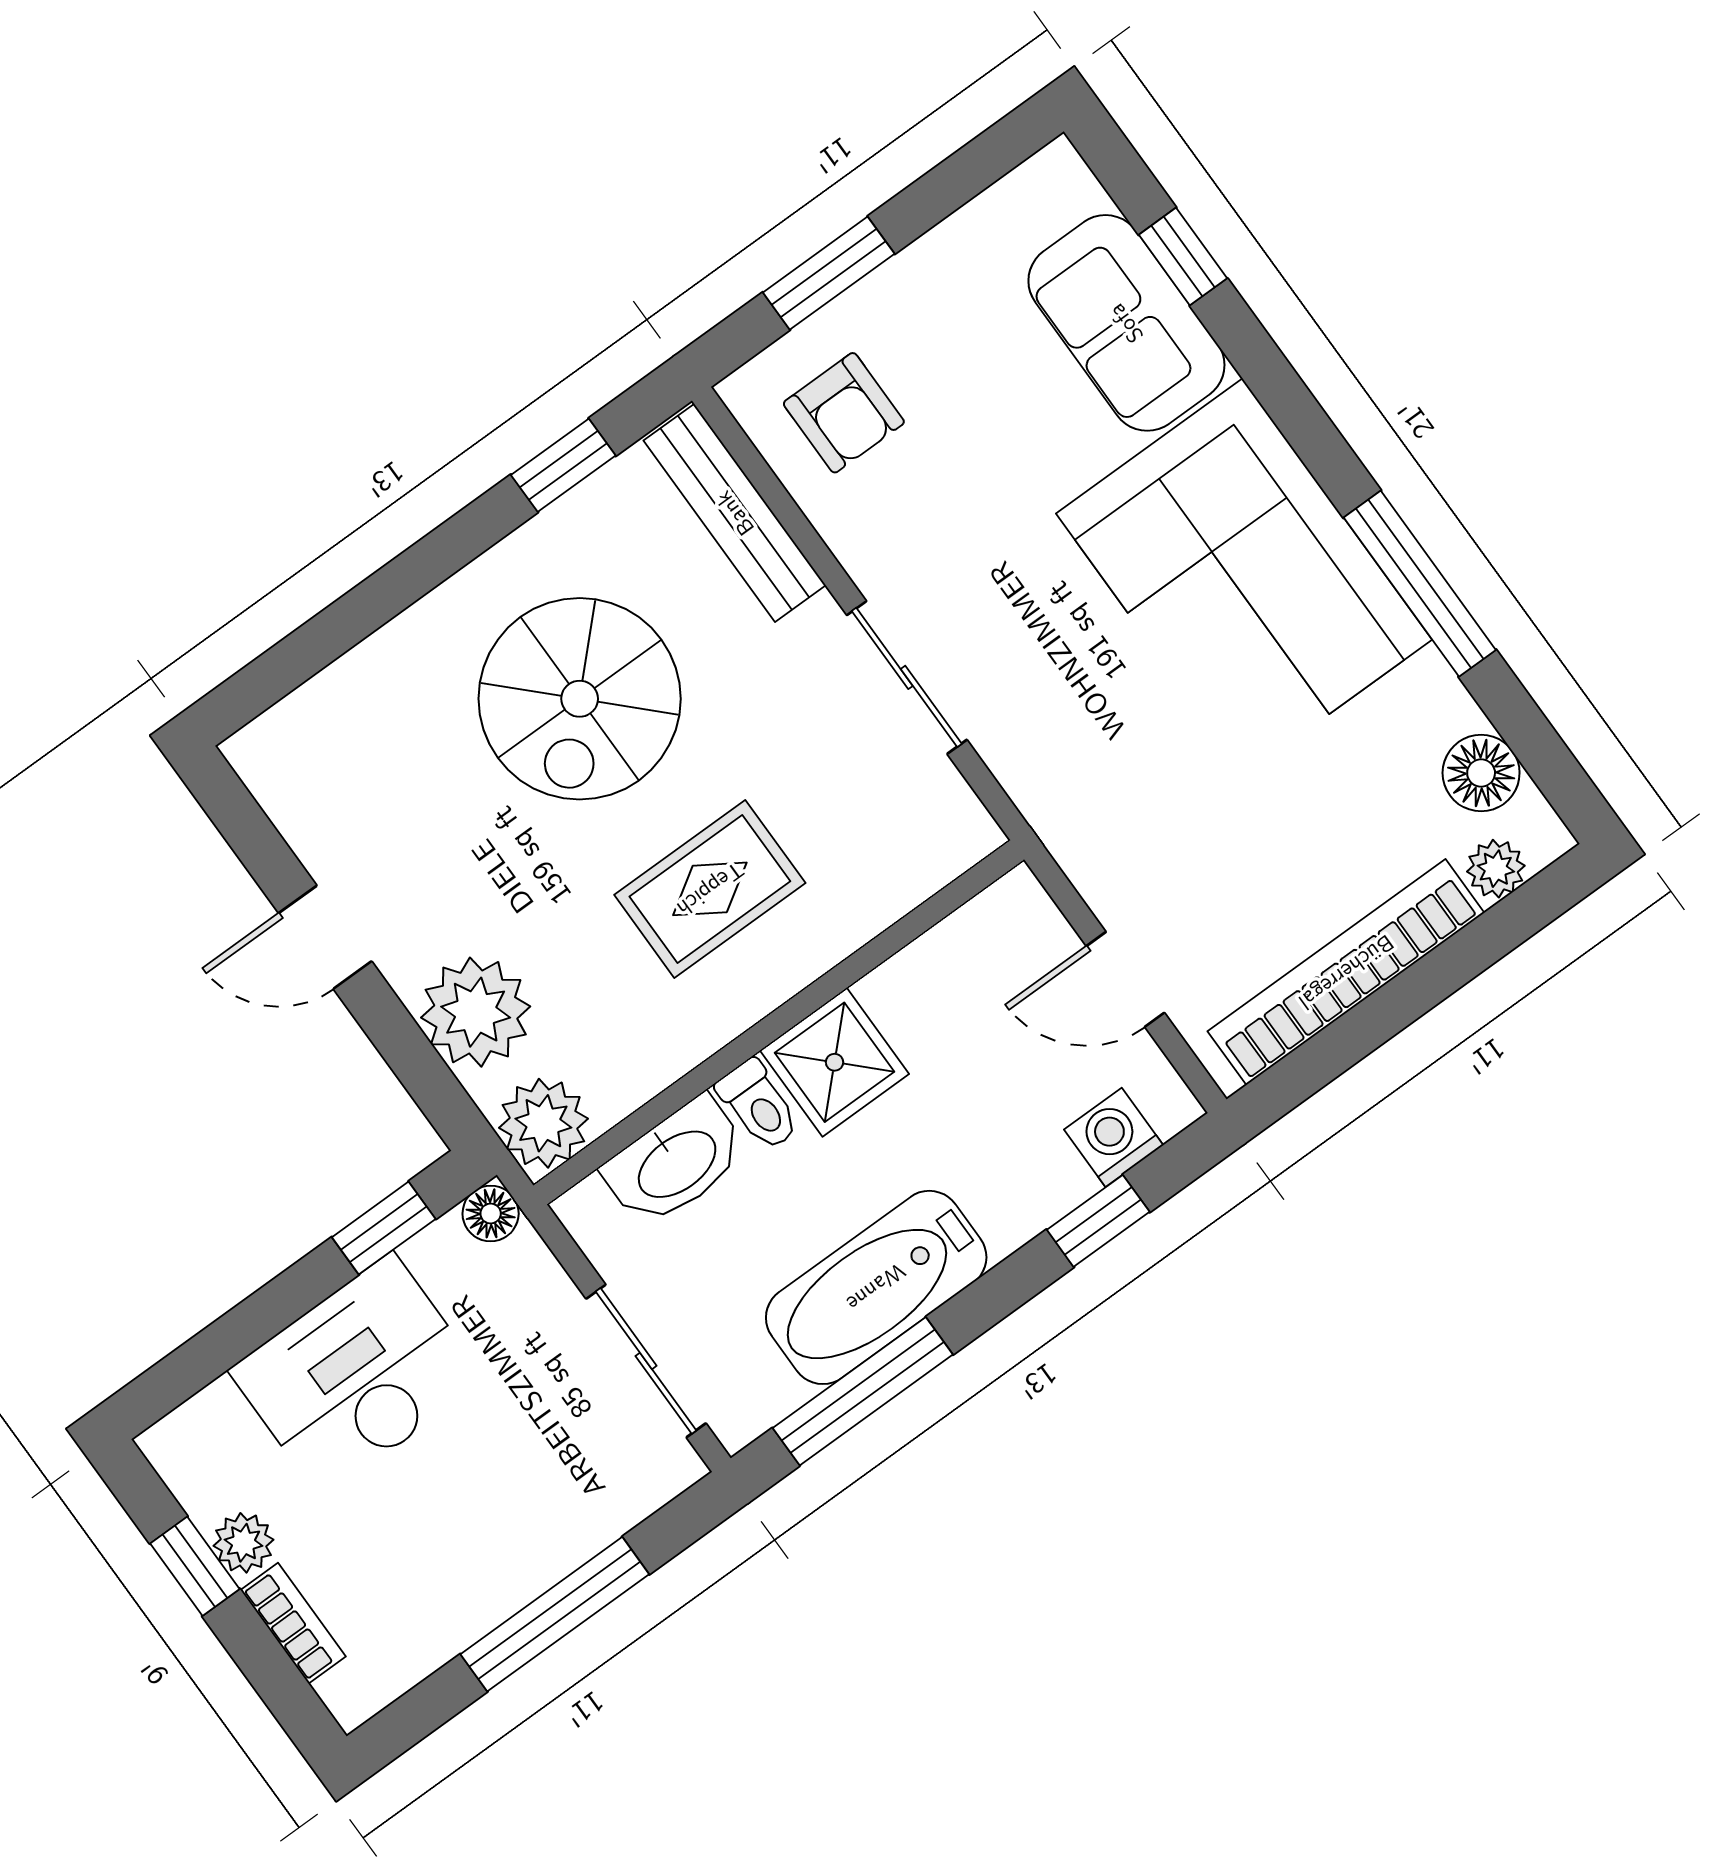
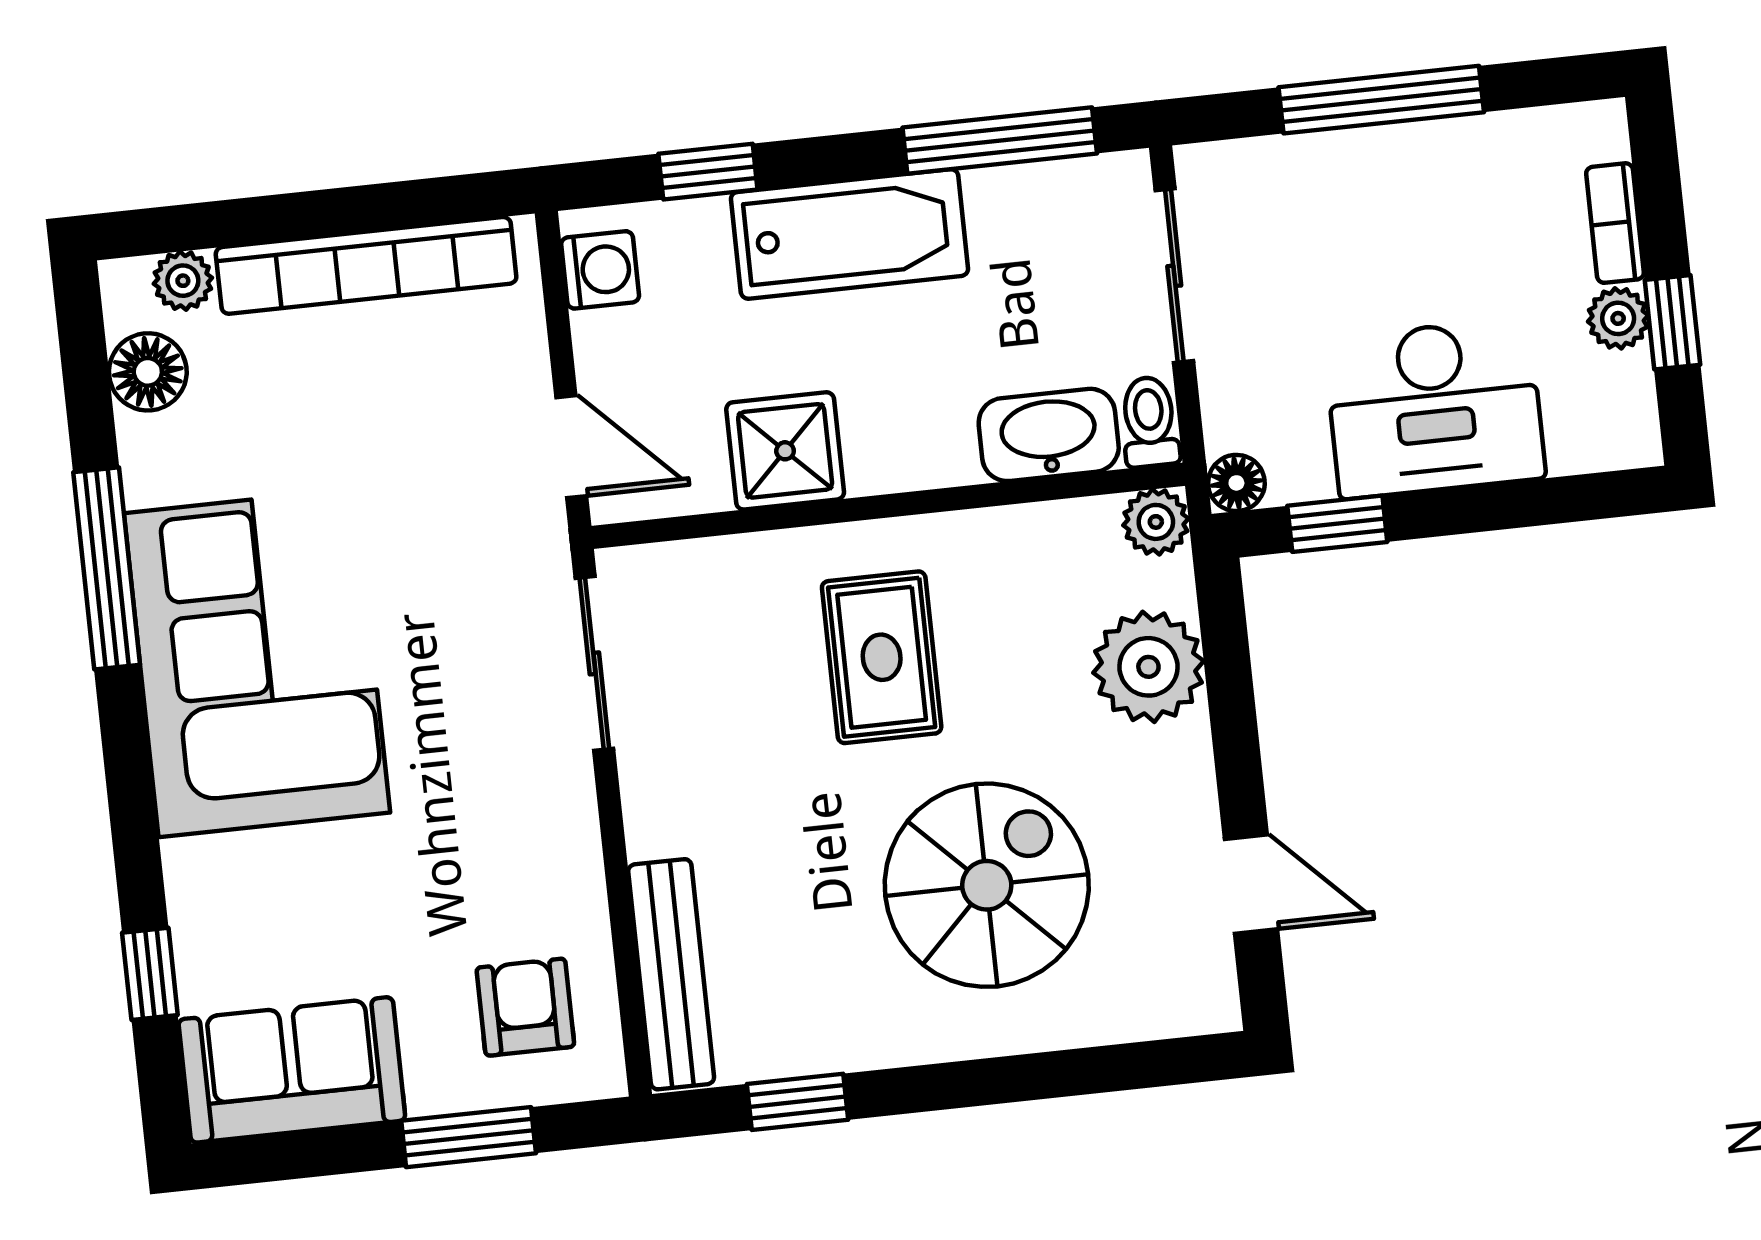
sofa: (1126, 323) -> (292, 1070), moved, turned -90
sliding door: (907, 677) -> (594, 663), moved
spiral stairs: (580, 699) -> (987, 885), moved
rug: (710, 889) -> (882, 657), turned 90
door: (325, 937) -> (1251, 884), moved
door: (1125, 979) -> (571, 447), moved
shower: (834, 1062) -> (785, 451), moved
toilet: (759, 1105) -> (1150, 422), moved
plant: (543, 1123) -> (1156, 522), width x0.73, depth x0.73
washing machine: (1114, 1137) -> (600, 270), moved, turned -90
bathtub: (876, 1287) -> (850, 234), moved

